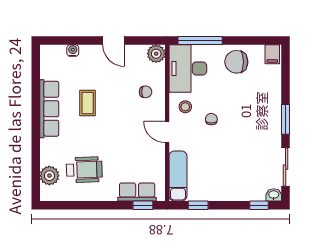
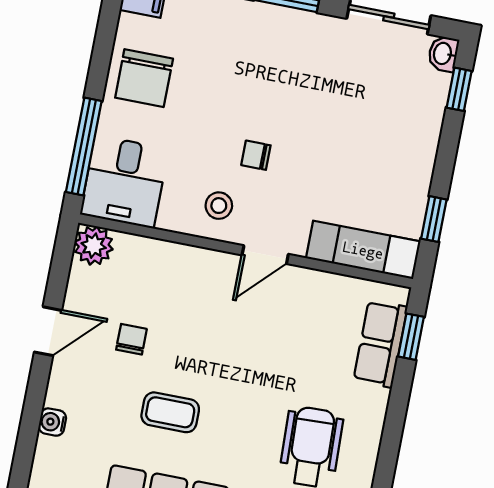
desk: (188, 68) -> (124, 182), width x0.73
chair: (146, 92) -> (131, 339), moved

